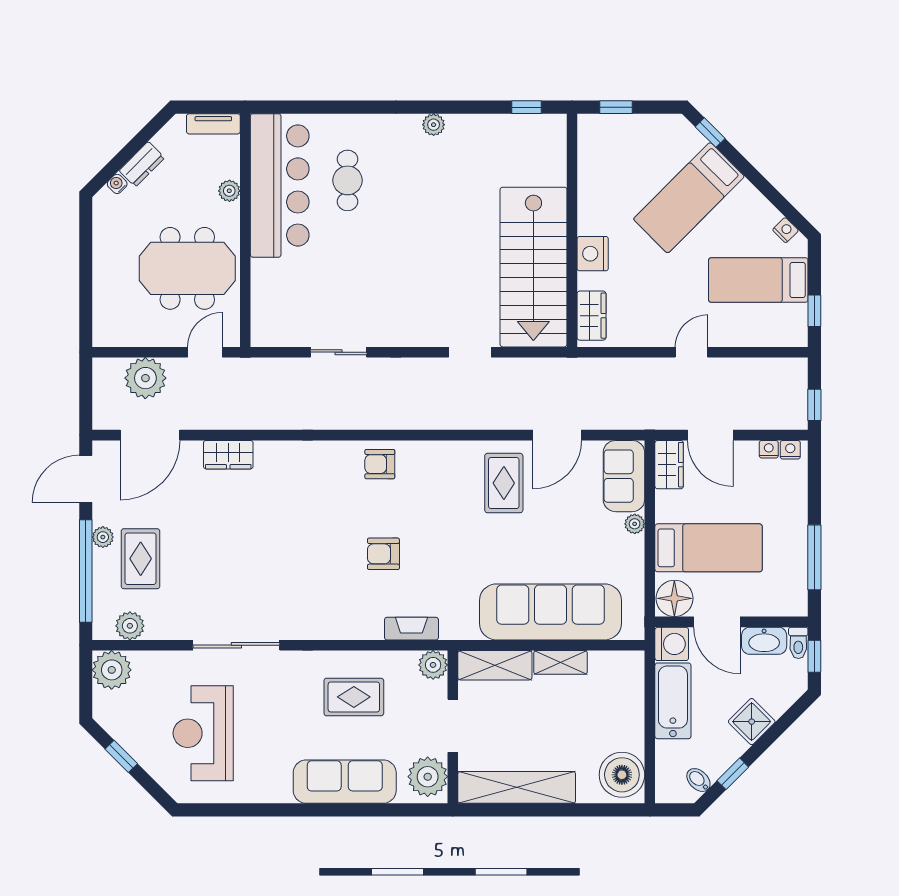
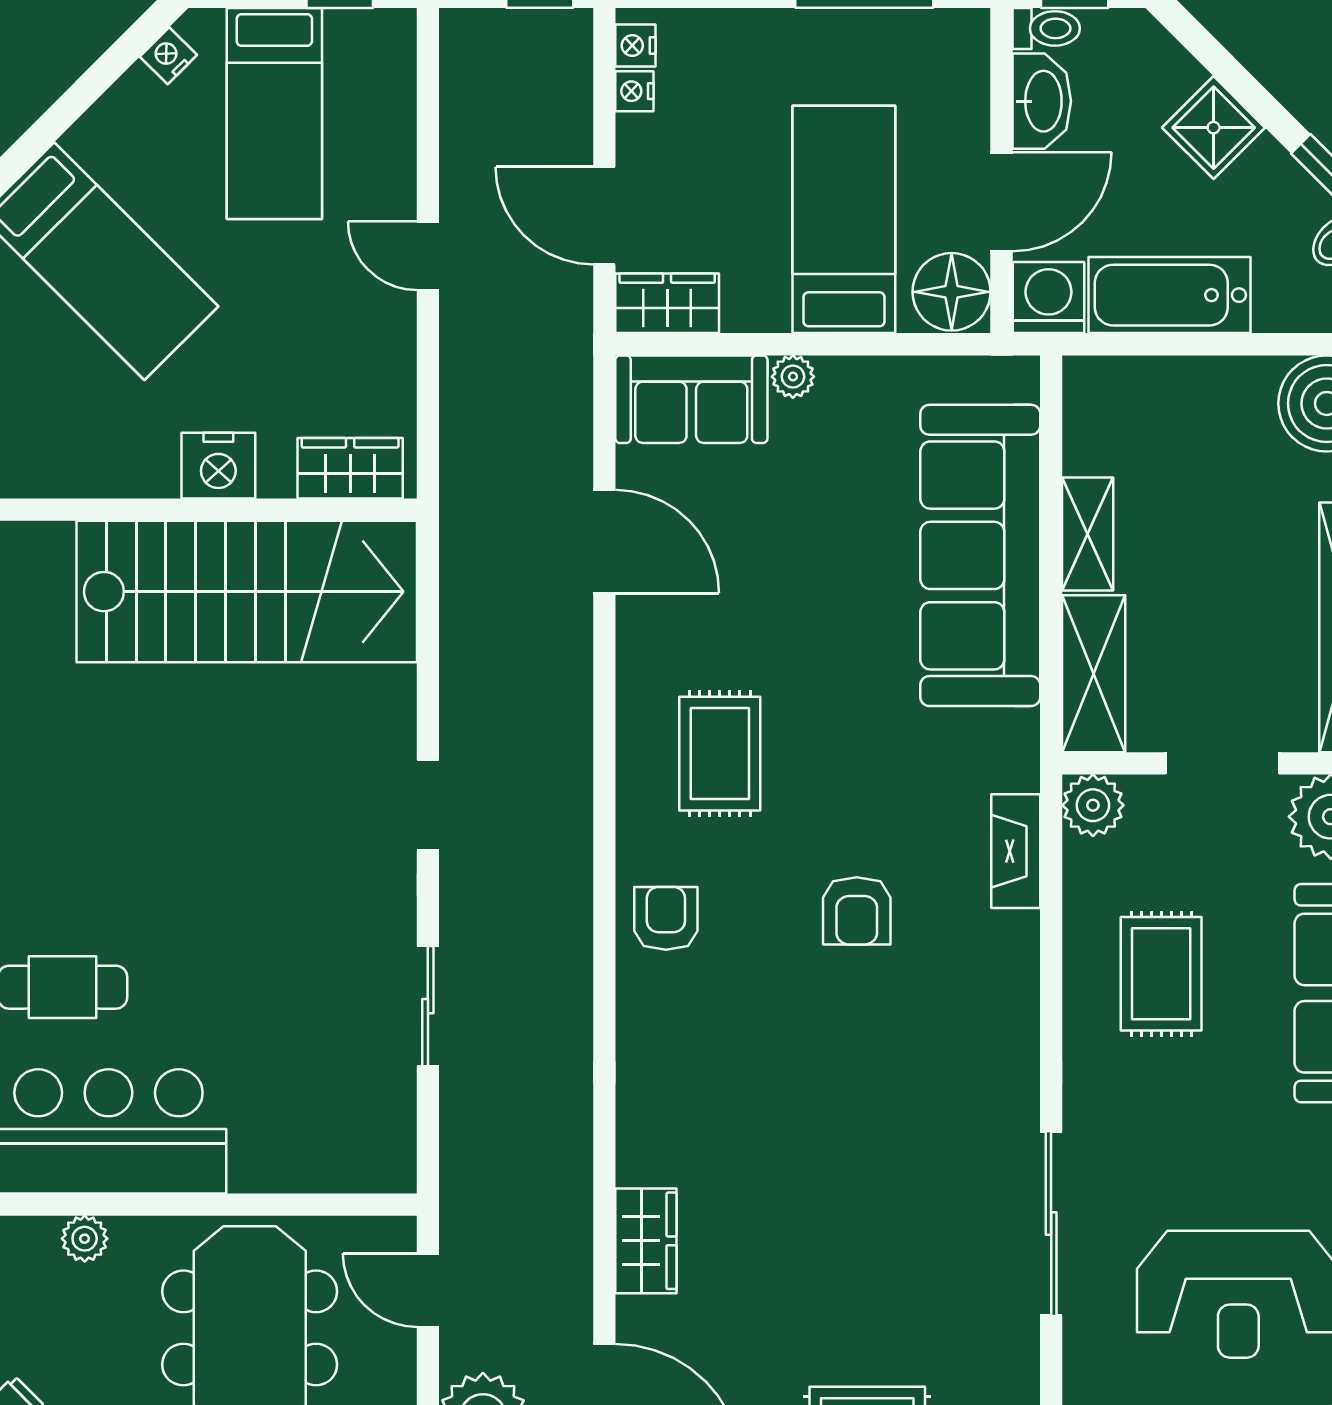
doorway: (470, 352) -> (428, 805), moved
door: (710, 435) -> (604, 216), swing flipped
armchair: (380, 464) -> (666, 918), turned 180
rug: (504, 483) -> (720, 754), moved, turned 90

